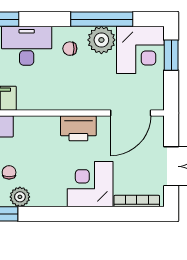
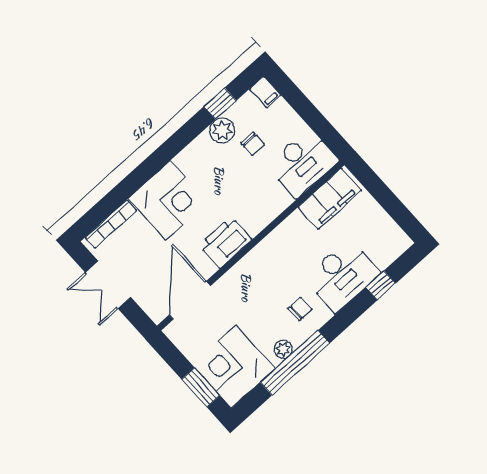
plant: (101, 40) -> (283, 349), width x0.53, depth x0.53

